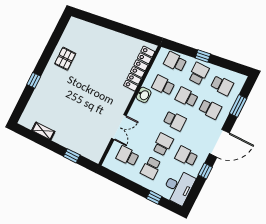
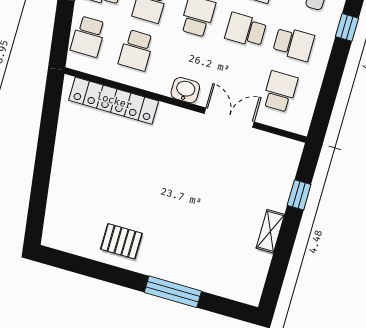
window: (34, 80) -> (173, 292), width x2.17
washbasin: (144, 95) -> (185, 90), moved
shelving: (43, 131) -> (270, 231), moved
school desk: (127, 156) -> (280, 91), turned 180

